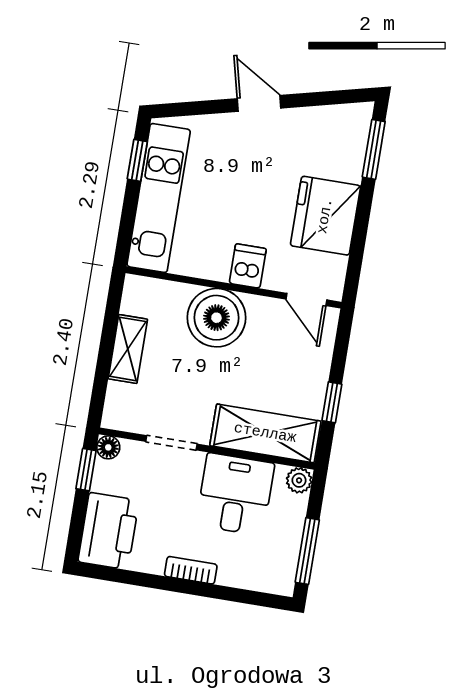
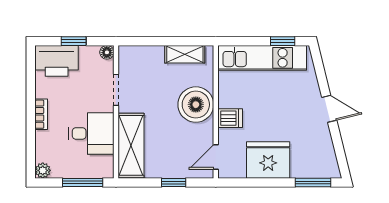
door: (259, 103) -> (329, 109), hinge flipped
shelving: (128, 349) -> (185, 54), moved
window: (332, 402) -> (174, 182), moved
window: (86, 470) -> (74, 41), moved
plant: (299, 480) -> (43, 170), moved
window: (307, 551) -> (83, 182), moved

